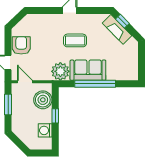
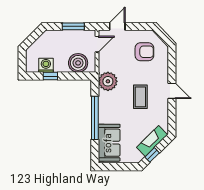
window: (122, 21) -> (152, 155), moved
armchair: (21, 45) -> (144, 52), moved
sofa: (88, 70) -> (109, 143), moved
window: (55, 116) -> (50, 76), moved

